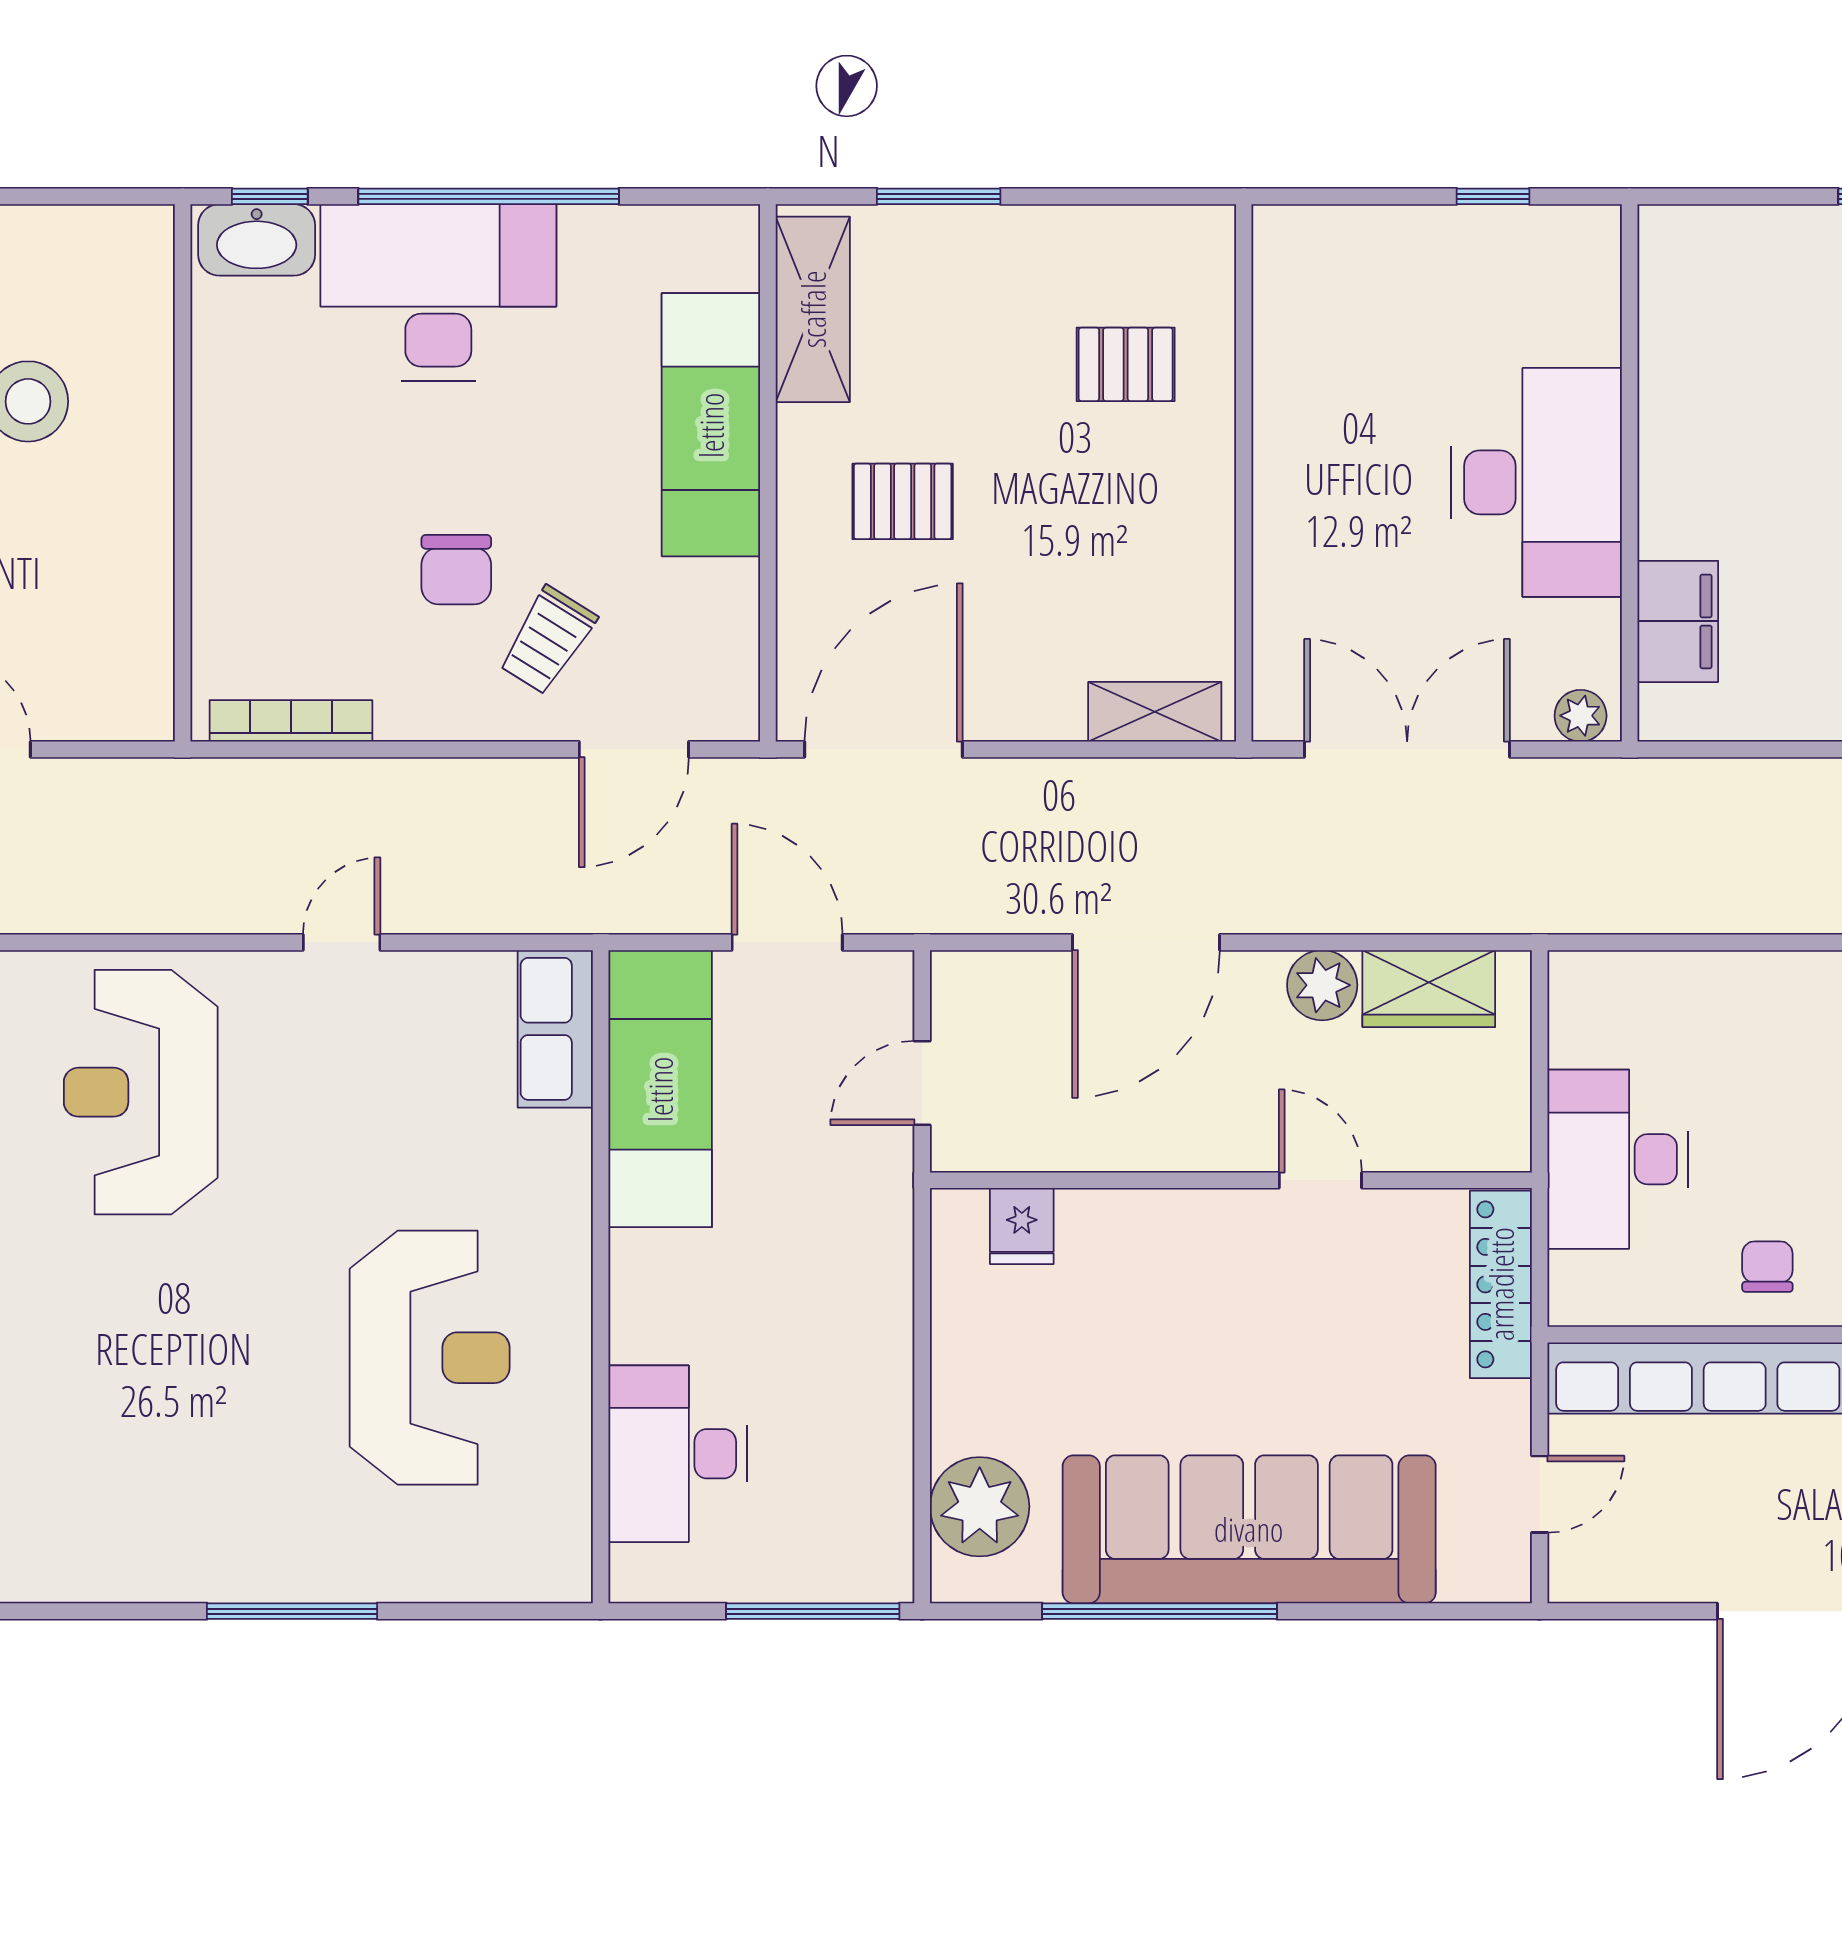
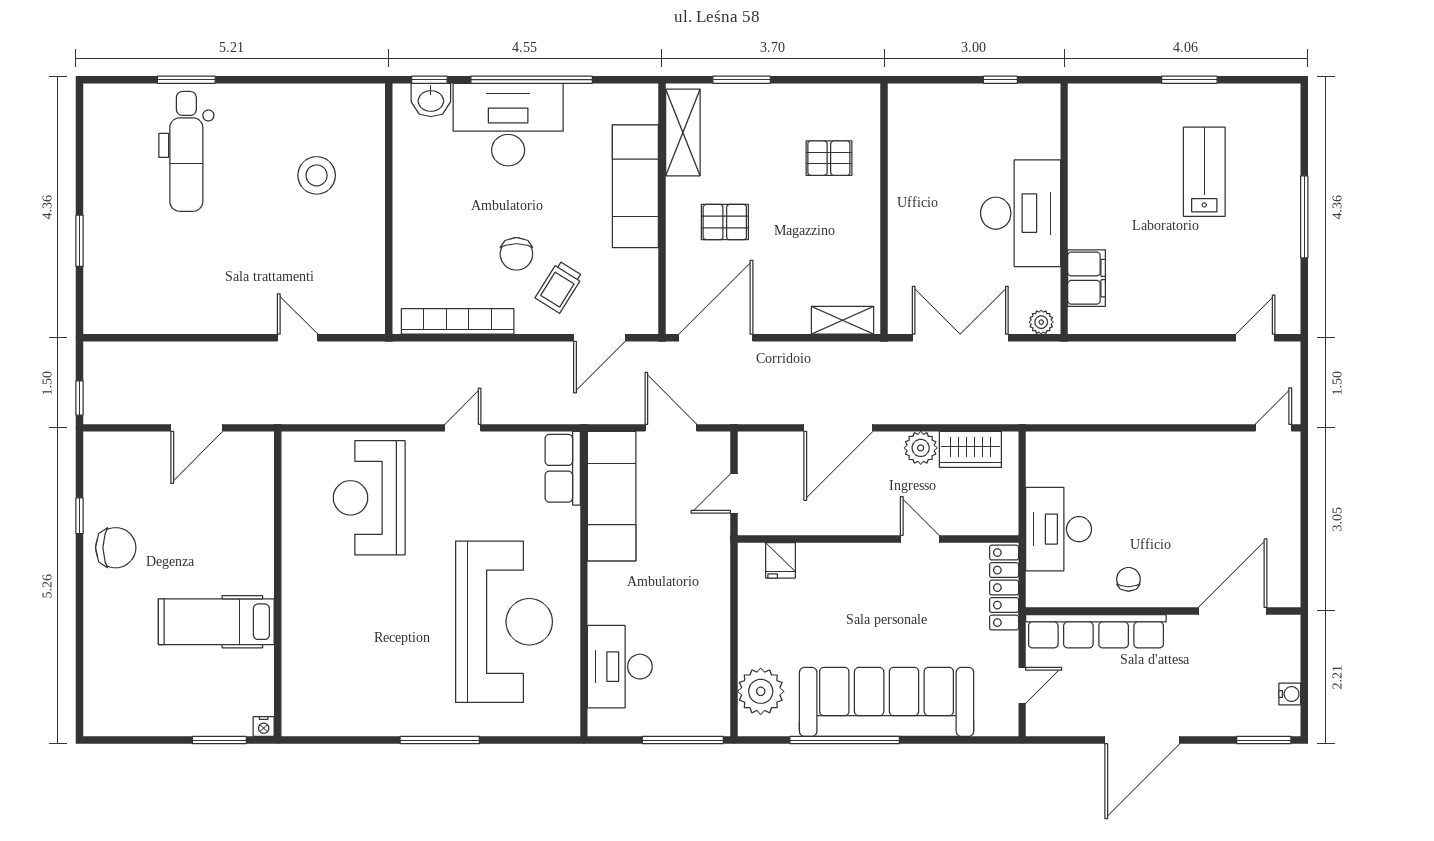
washbasin: (257, 240) -> (431, 100), width x0.72
bookcase: (291, 721) -> (458, 321), width x1.48, depth x1.31
reception desk: (430, 1358) -> (504, 622), width x1.36, depth x1.30

